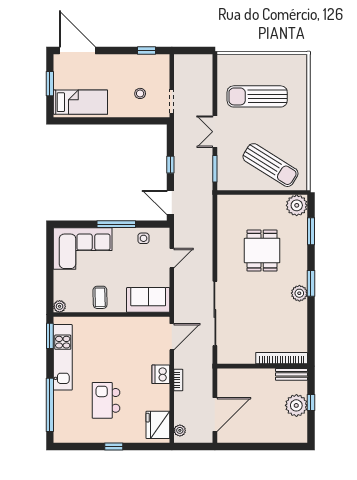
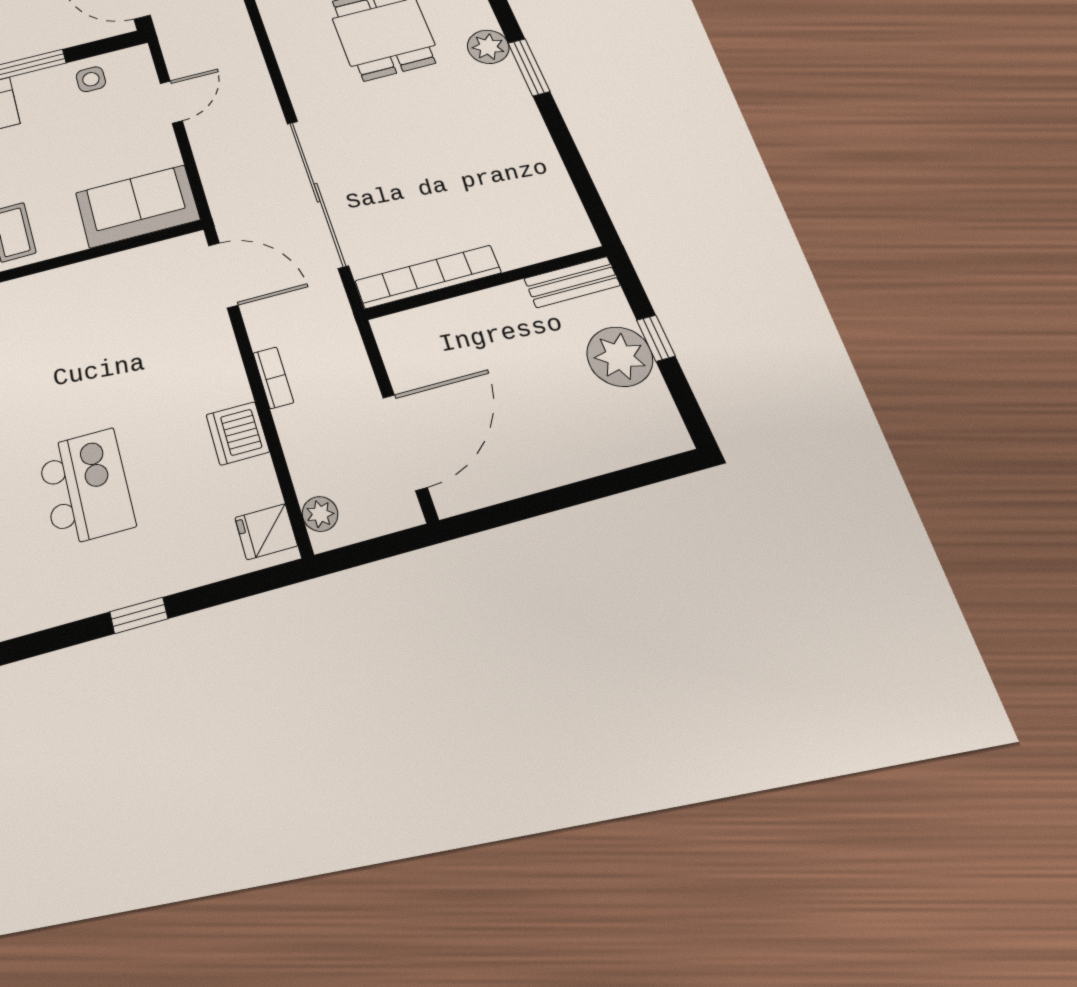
plant: (299, 293) -> (488, 47), moved
door: (172, 337) -> (223, 275), hinge flipped
bookcase: (282, 358) -> (428, 277), moved
dishwasher: (161, 374) -> (238, 433), moved
kitchen island: (106, 400) -> (86, 487), turned 180
fridge: (158, 425) -> (266, 532), width x0.53, depth x0.75

